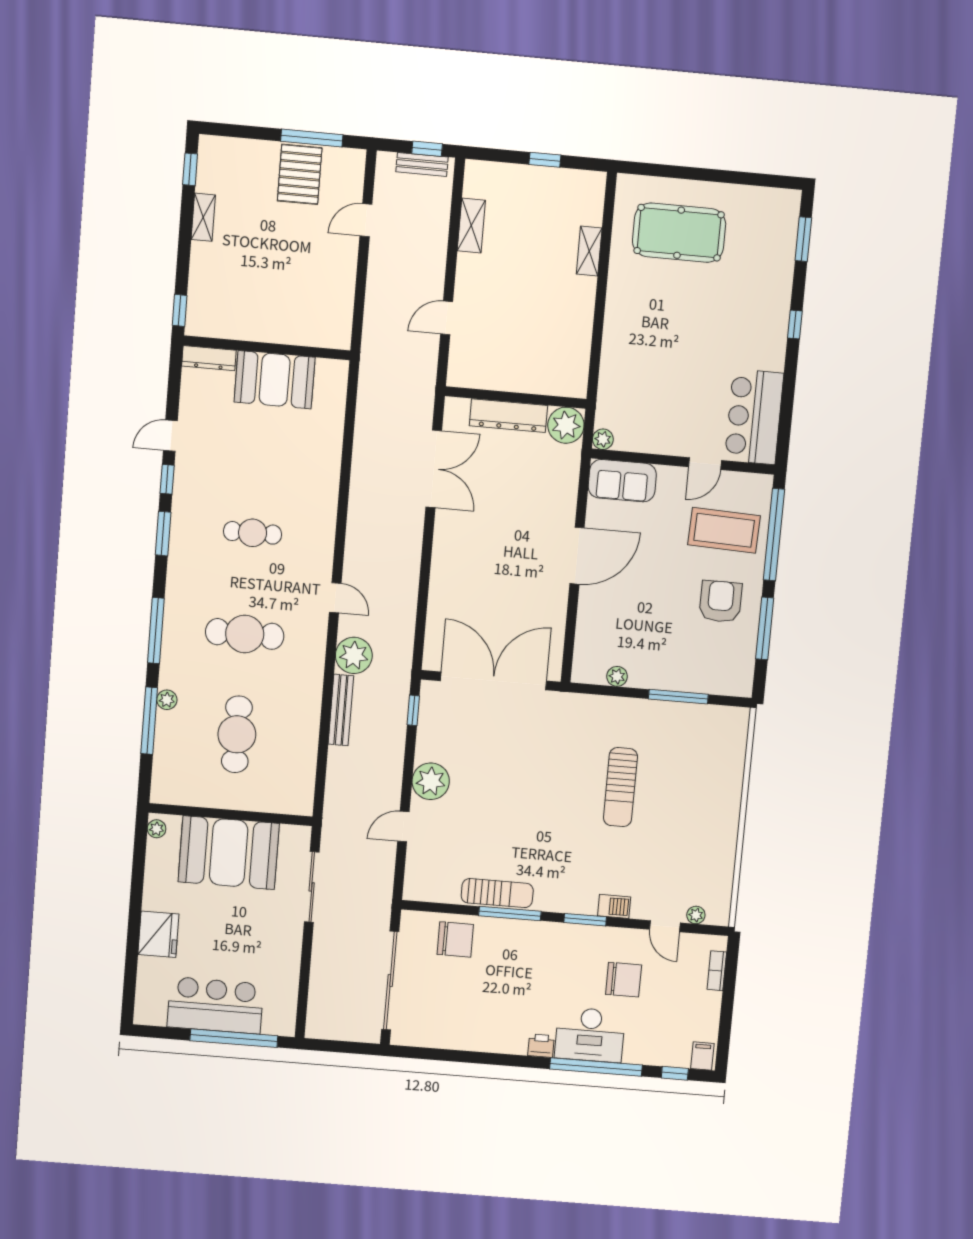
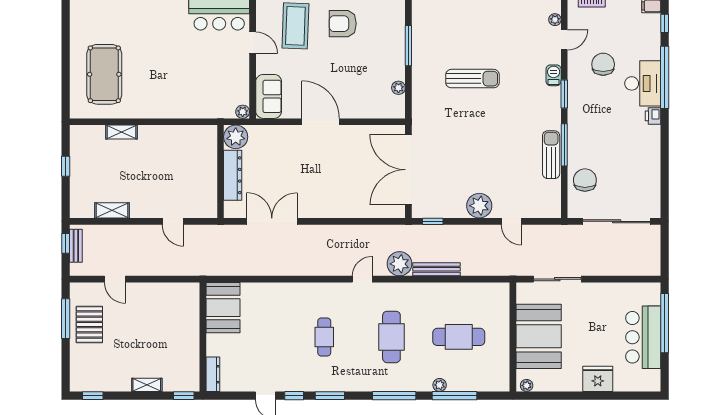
pallet: (300, 174) -> (89, 324), turned 90
shelving: (203, 217) -> (147, 385), moved
booth: (275, 380) -> (223, 308), moved

